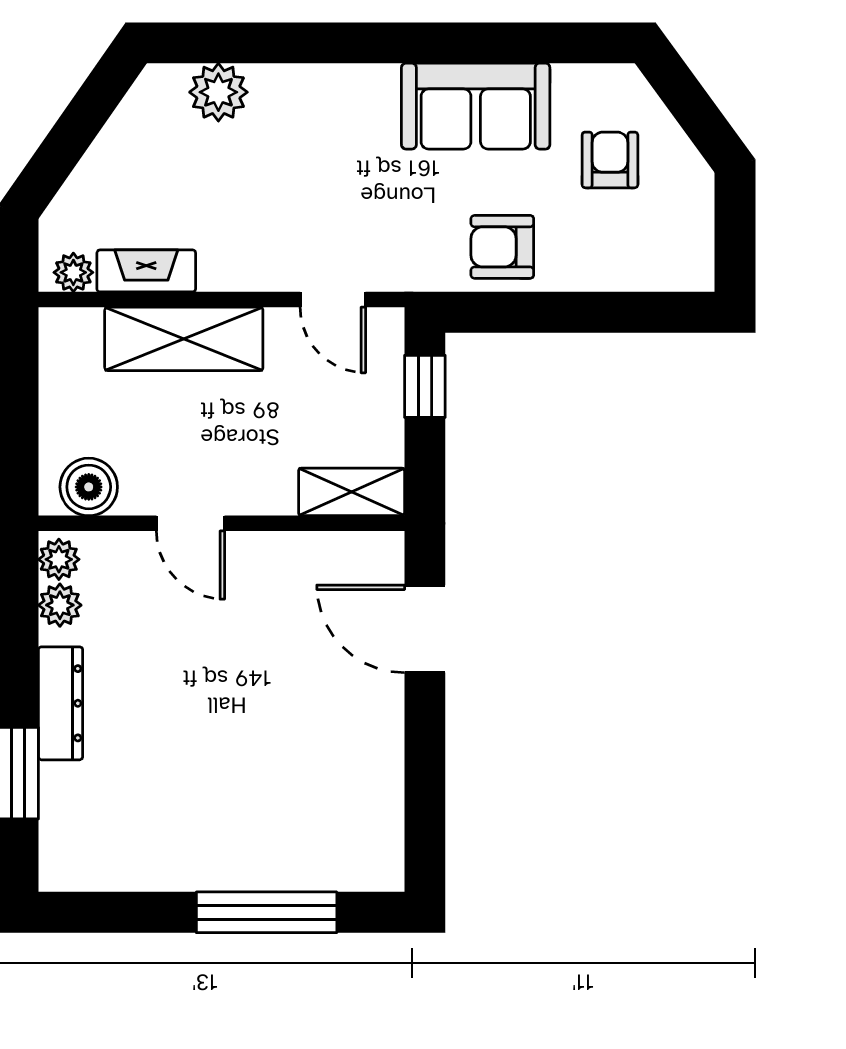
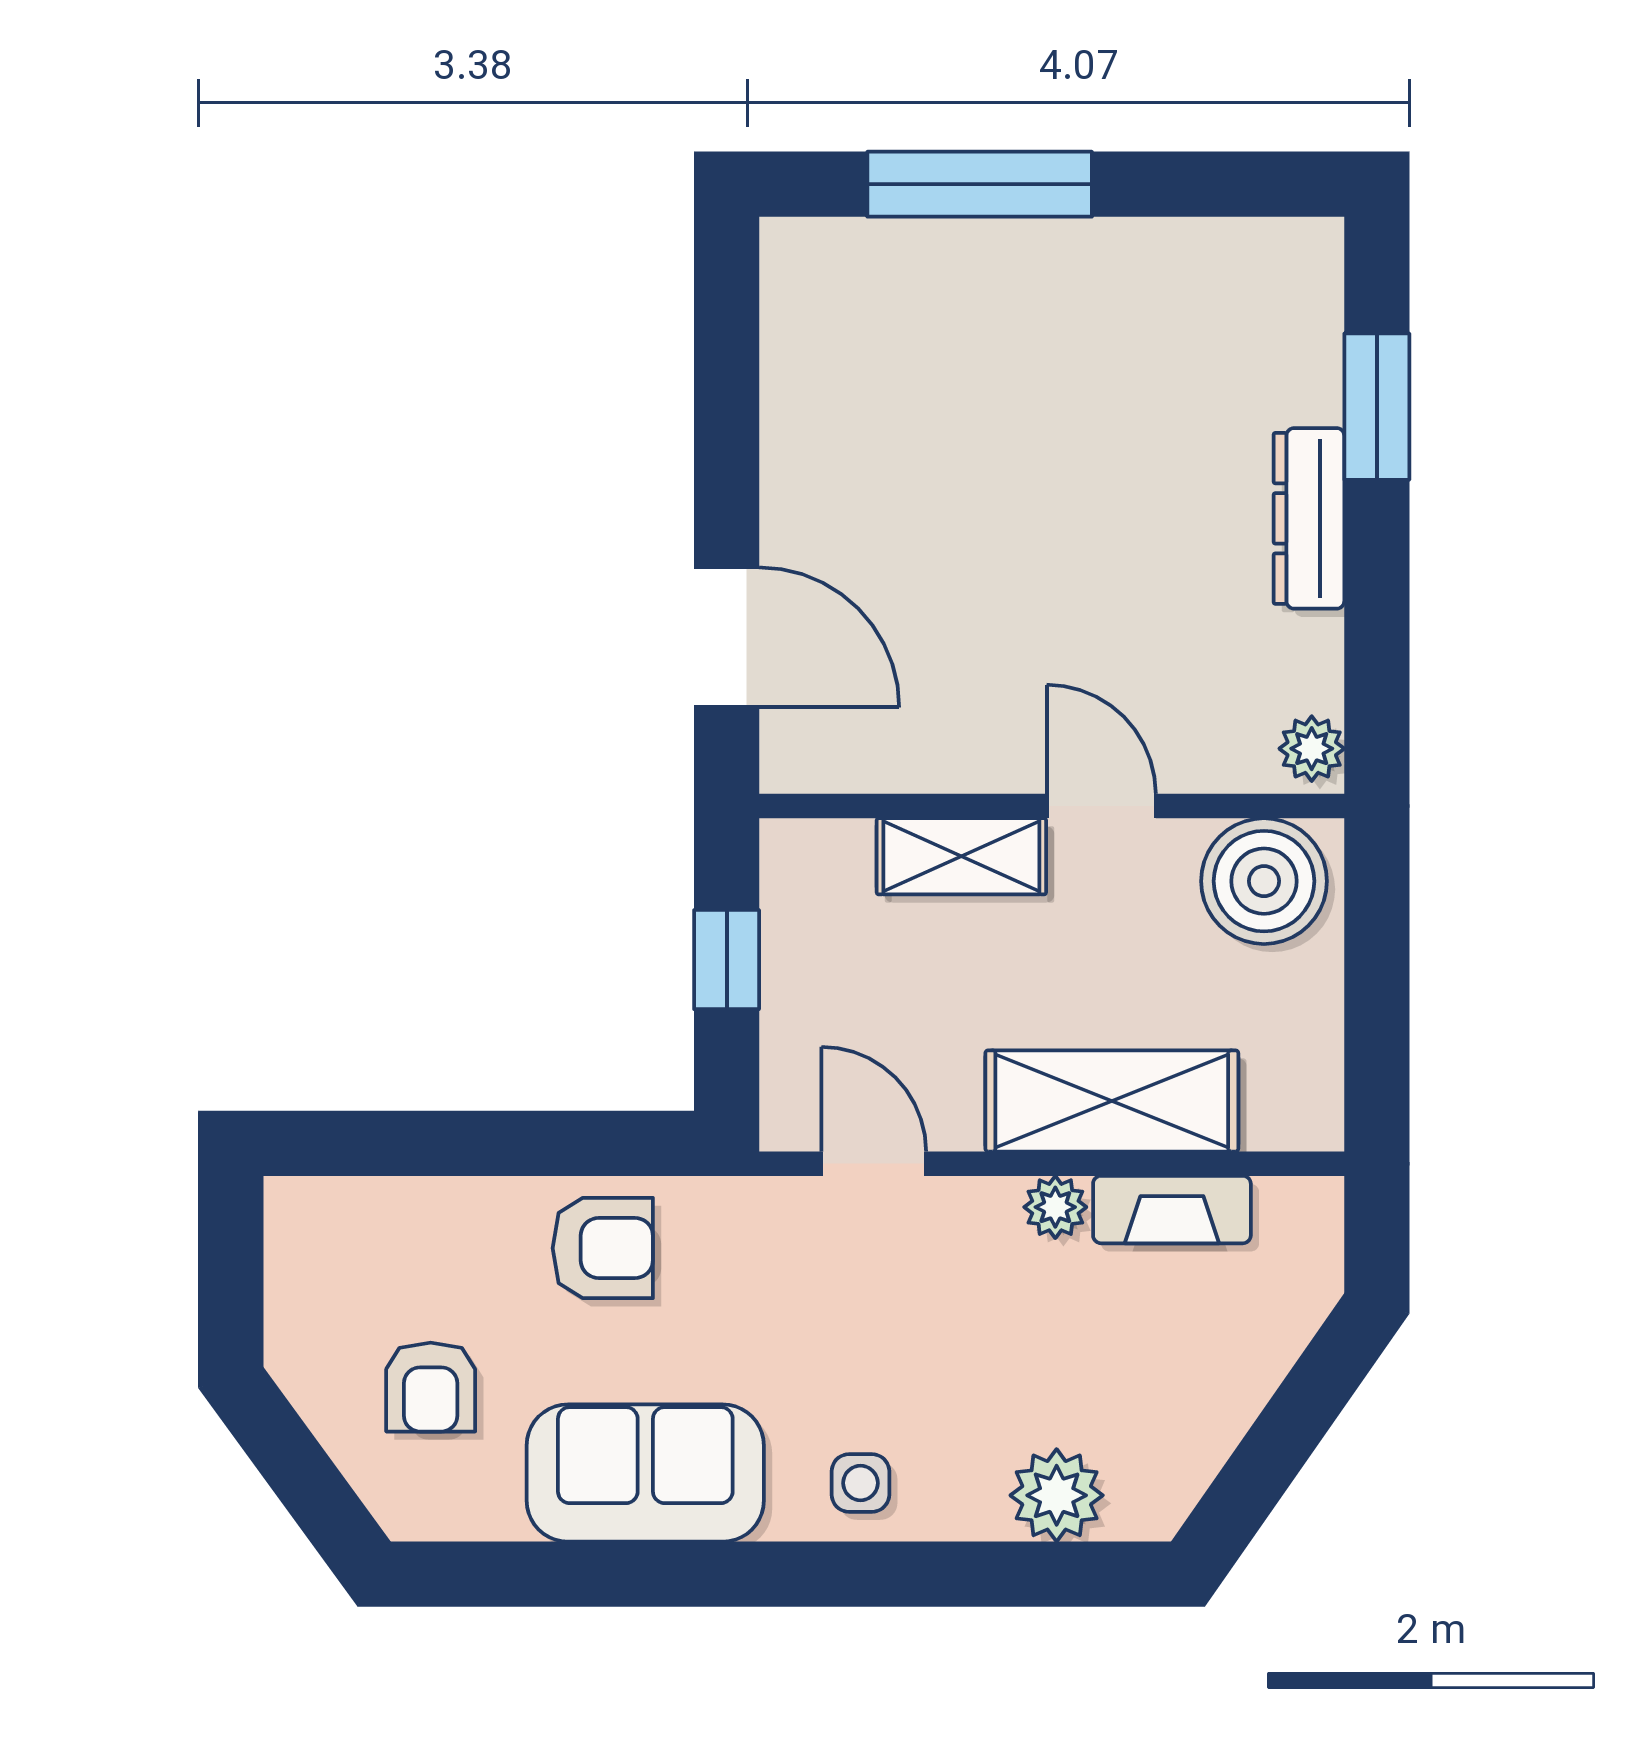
side table: (341, 100) -> (860, 1483), added
plant: (73, 272) -> (1055, 1207), moved
window: (425, 386) -> (727, 960), moved
boiler: (89, 487) -> (1264, 881), width x1.37, depth x1.37
shelving: (352, 492) -> (961, 856), moved
plant: (60, 605) -> (1310, 675), removed

